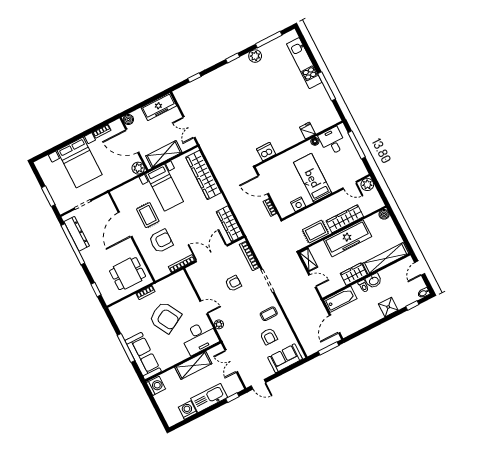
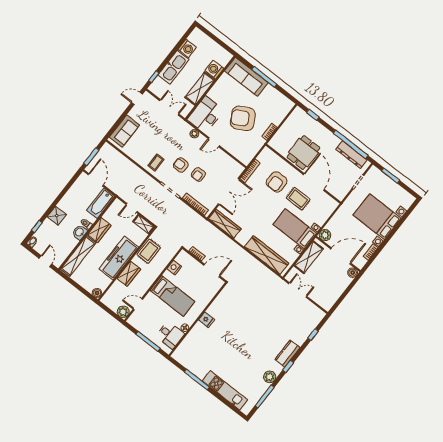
kitchen counter: (228, 71) -> (287, 354), added
freezer: (159, 107) -> (332, 296), removed
fridge: (307, 131) -> (207, 320), moved
dishwasher: (266, 152) -> (222, 300), removed
wardrobe: (345, 219) -> (129, 274), width x0.67
dining table: (128, 274) -> (303, 153), moved
armchair: (269, 336) -> (181, 165), moved
washing machine: (156, 386) -> (214, 70), moved, turned 90

